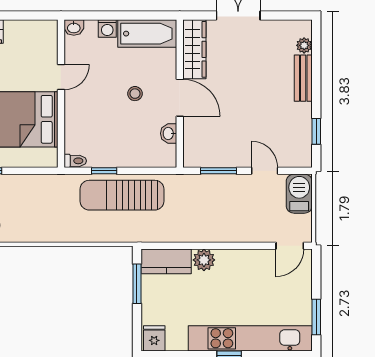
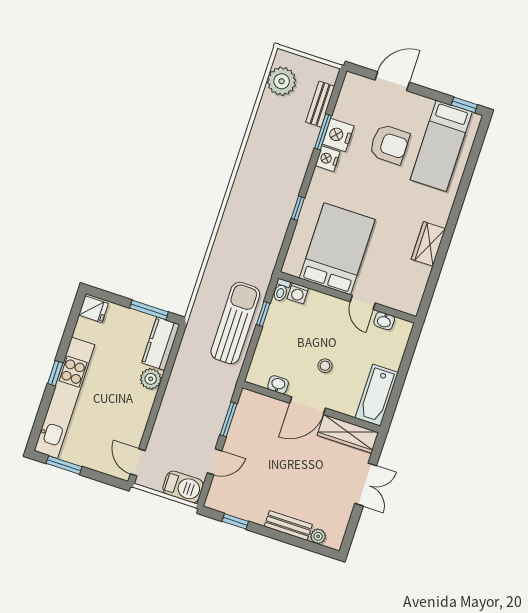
washbasin: (74, 28) -> (384, 321), moved, turned -90
washing machine: (107, 29) -> (298, 293), moved, turned -90

